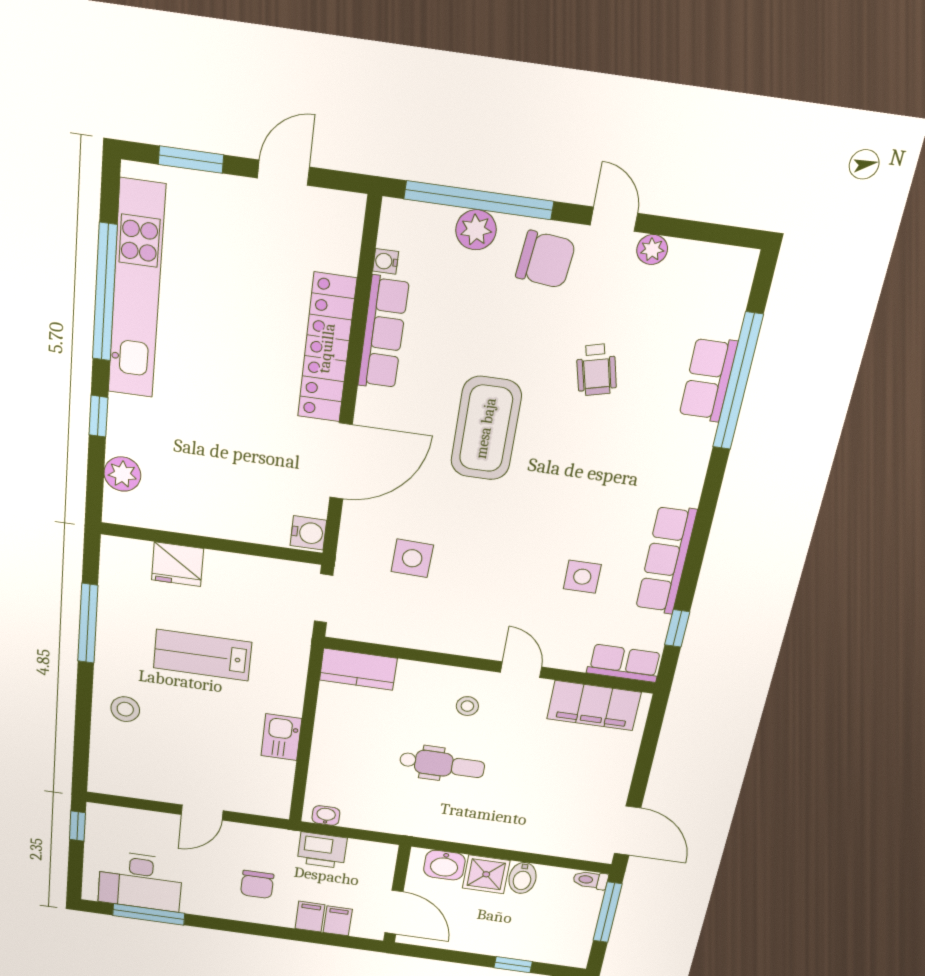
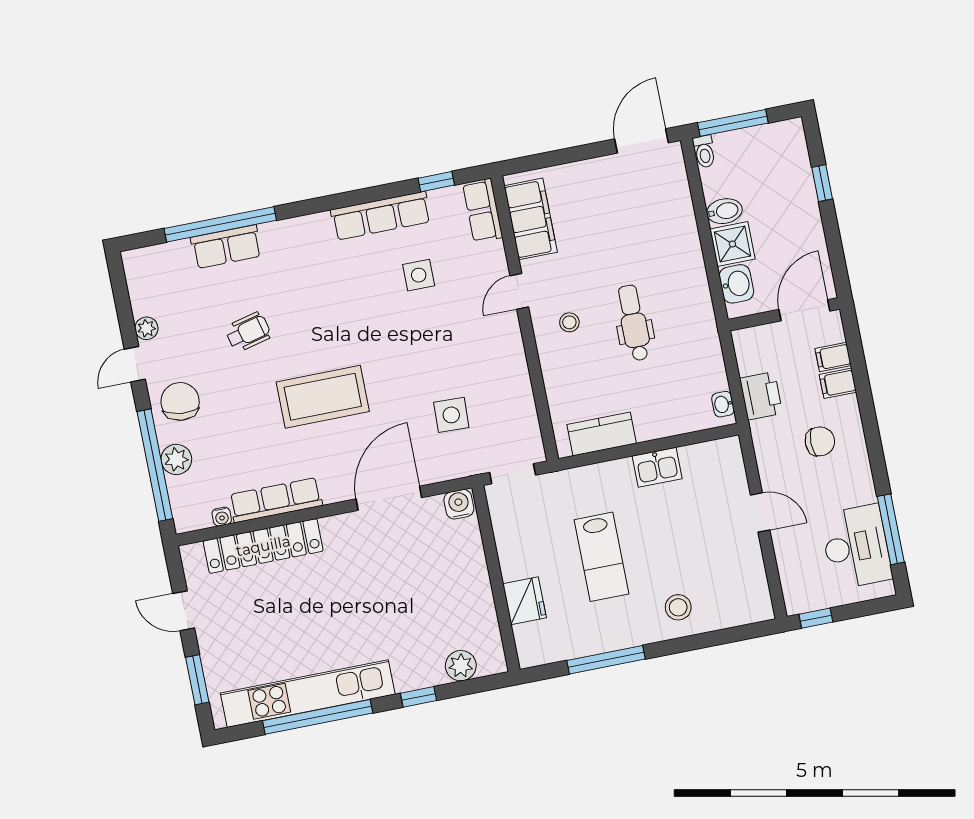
locker: (327, 348) -> (263, 546), moved
door: (341, 461) -> (389, 498), hinge flipped
kitchen counter: (358, 669) -> (602, 434), moved, turned -90

